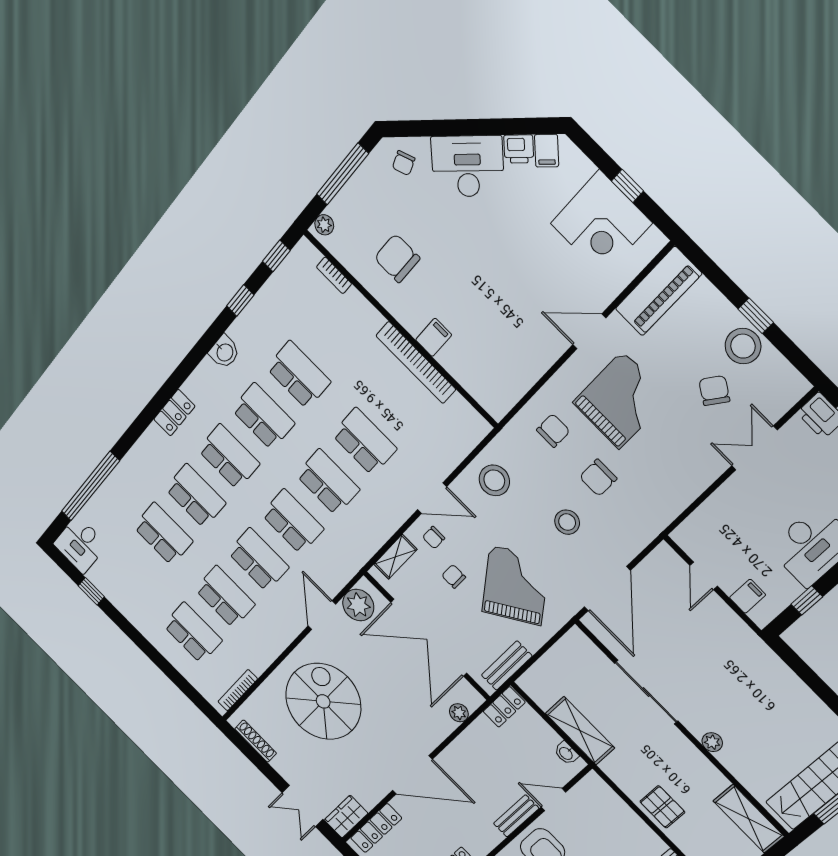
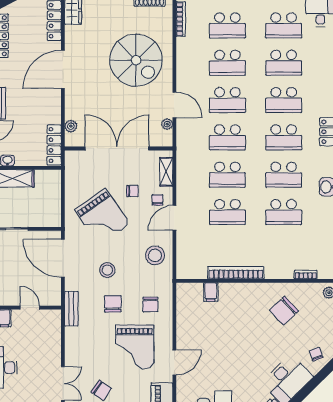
chair: (397, 258) -> (284, 311), turned 137
filing cabinet: (434, 337) -> (211, 292), moved
school desk: (132, 571) -> (284, 25), added
plant: (358, 605) -> (167, 124), width x0.53, depth x0.53
bench: (507, 666) -> (71, 309), moved
locker: (504, 707) -> (54, 145), width x1.53

